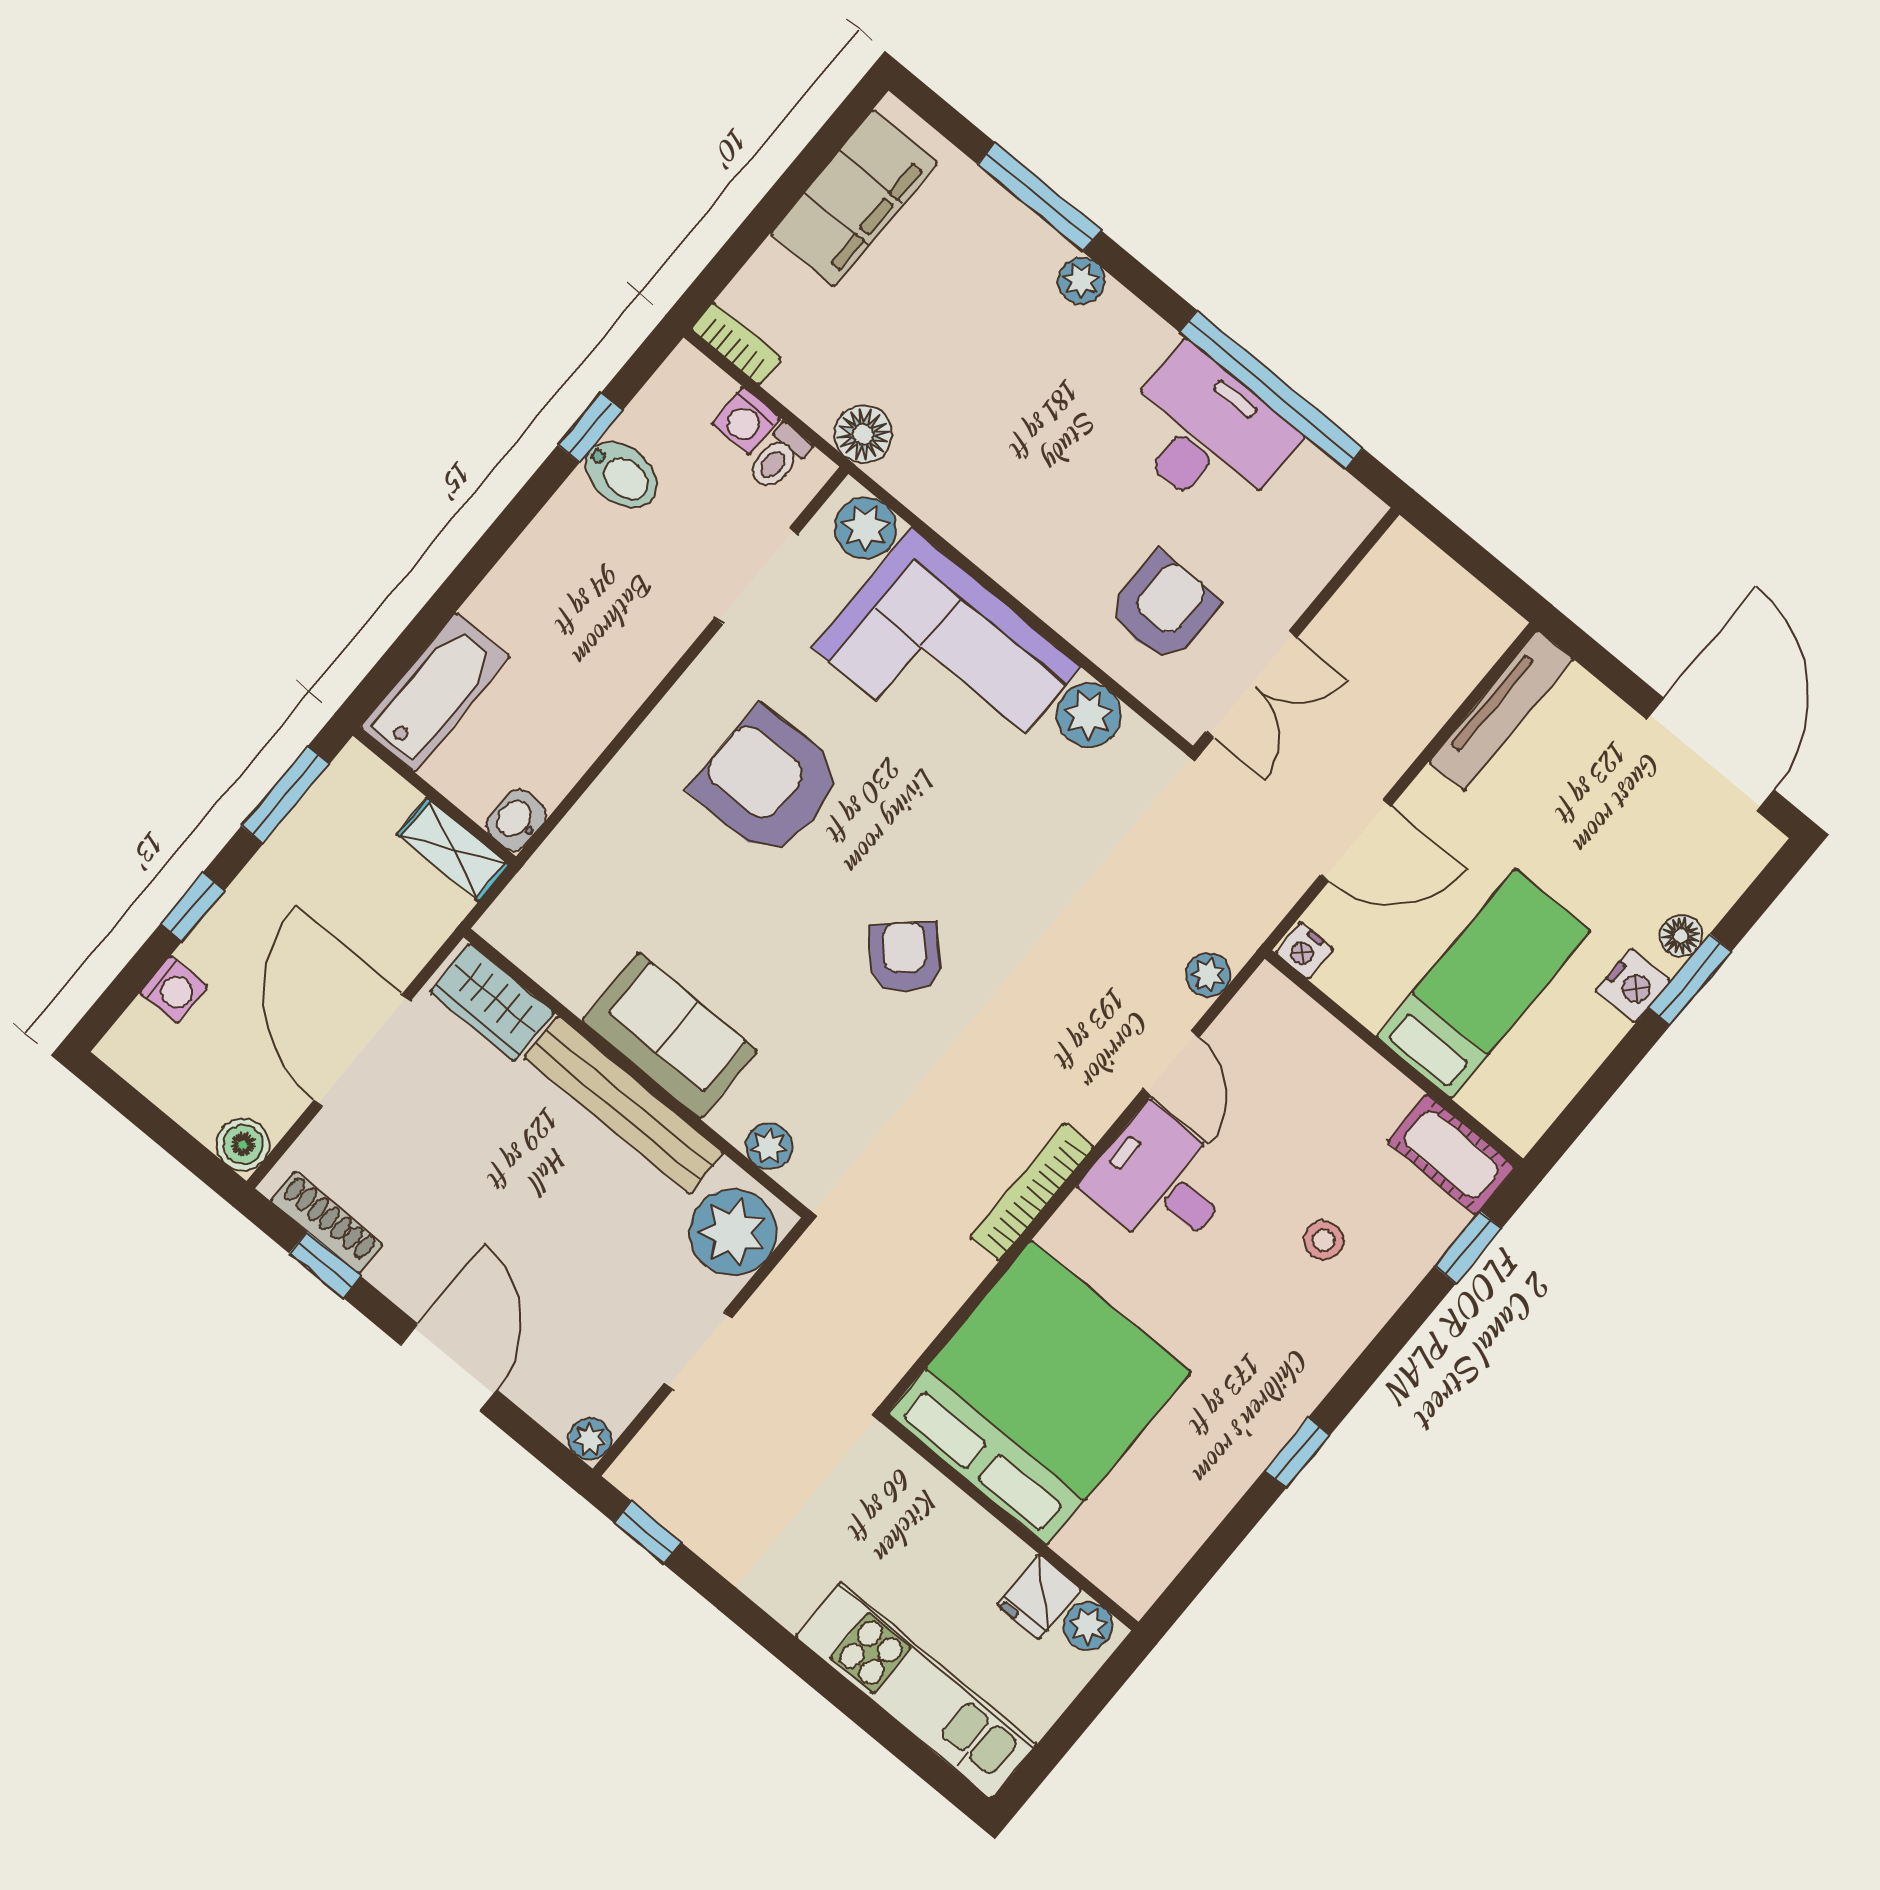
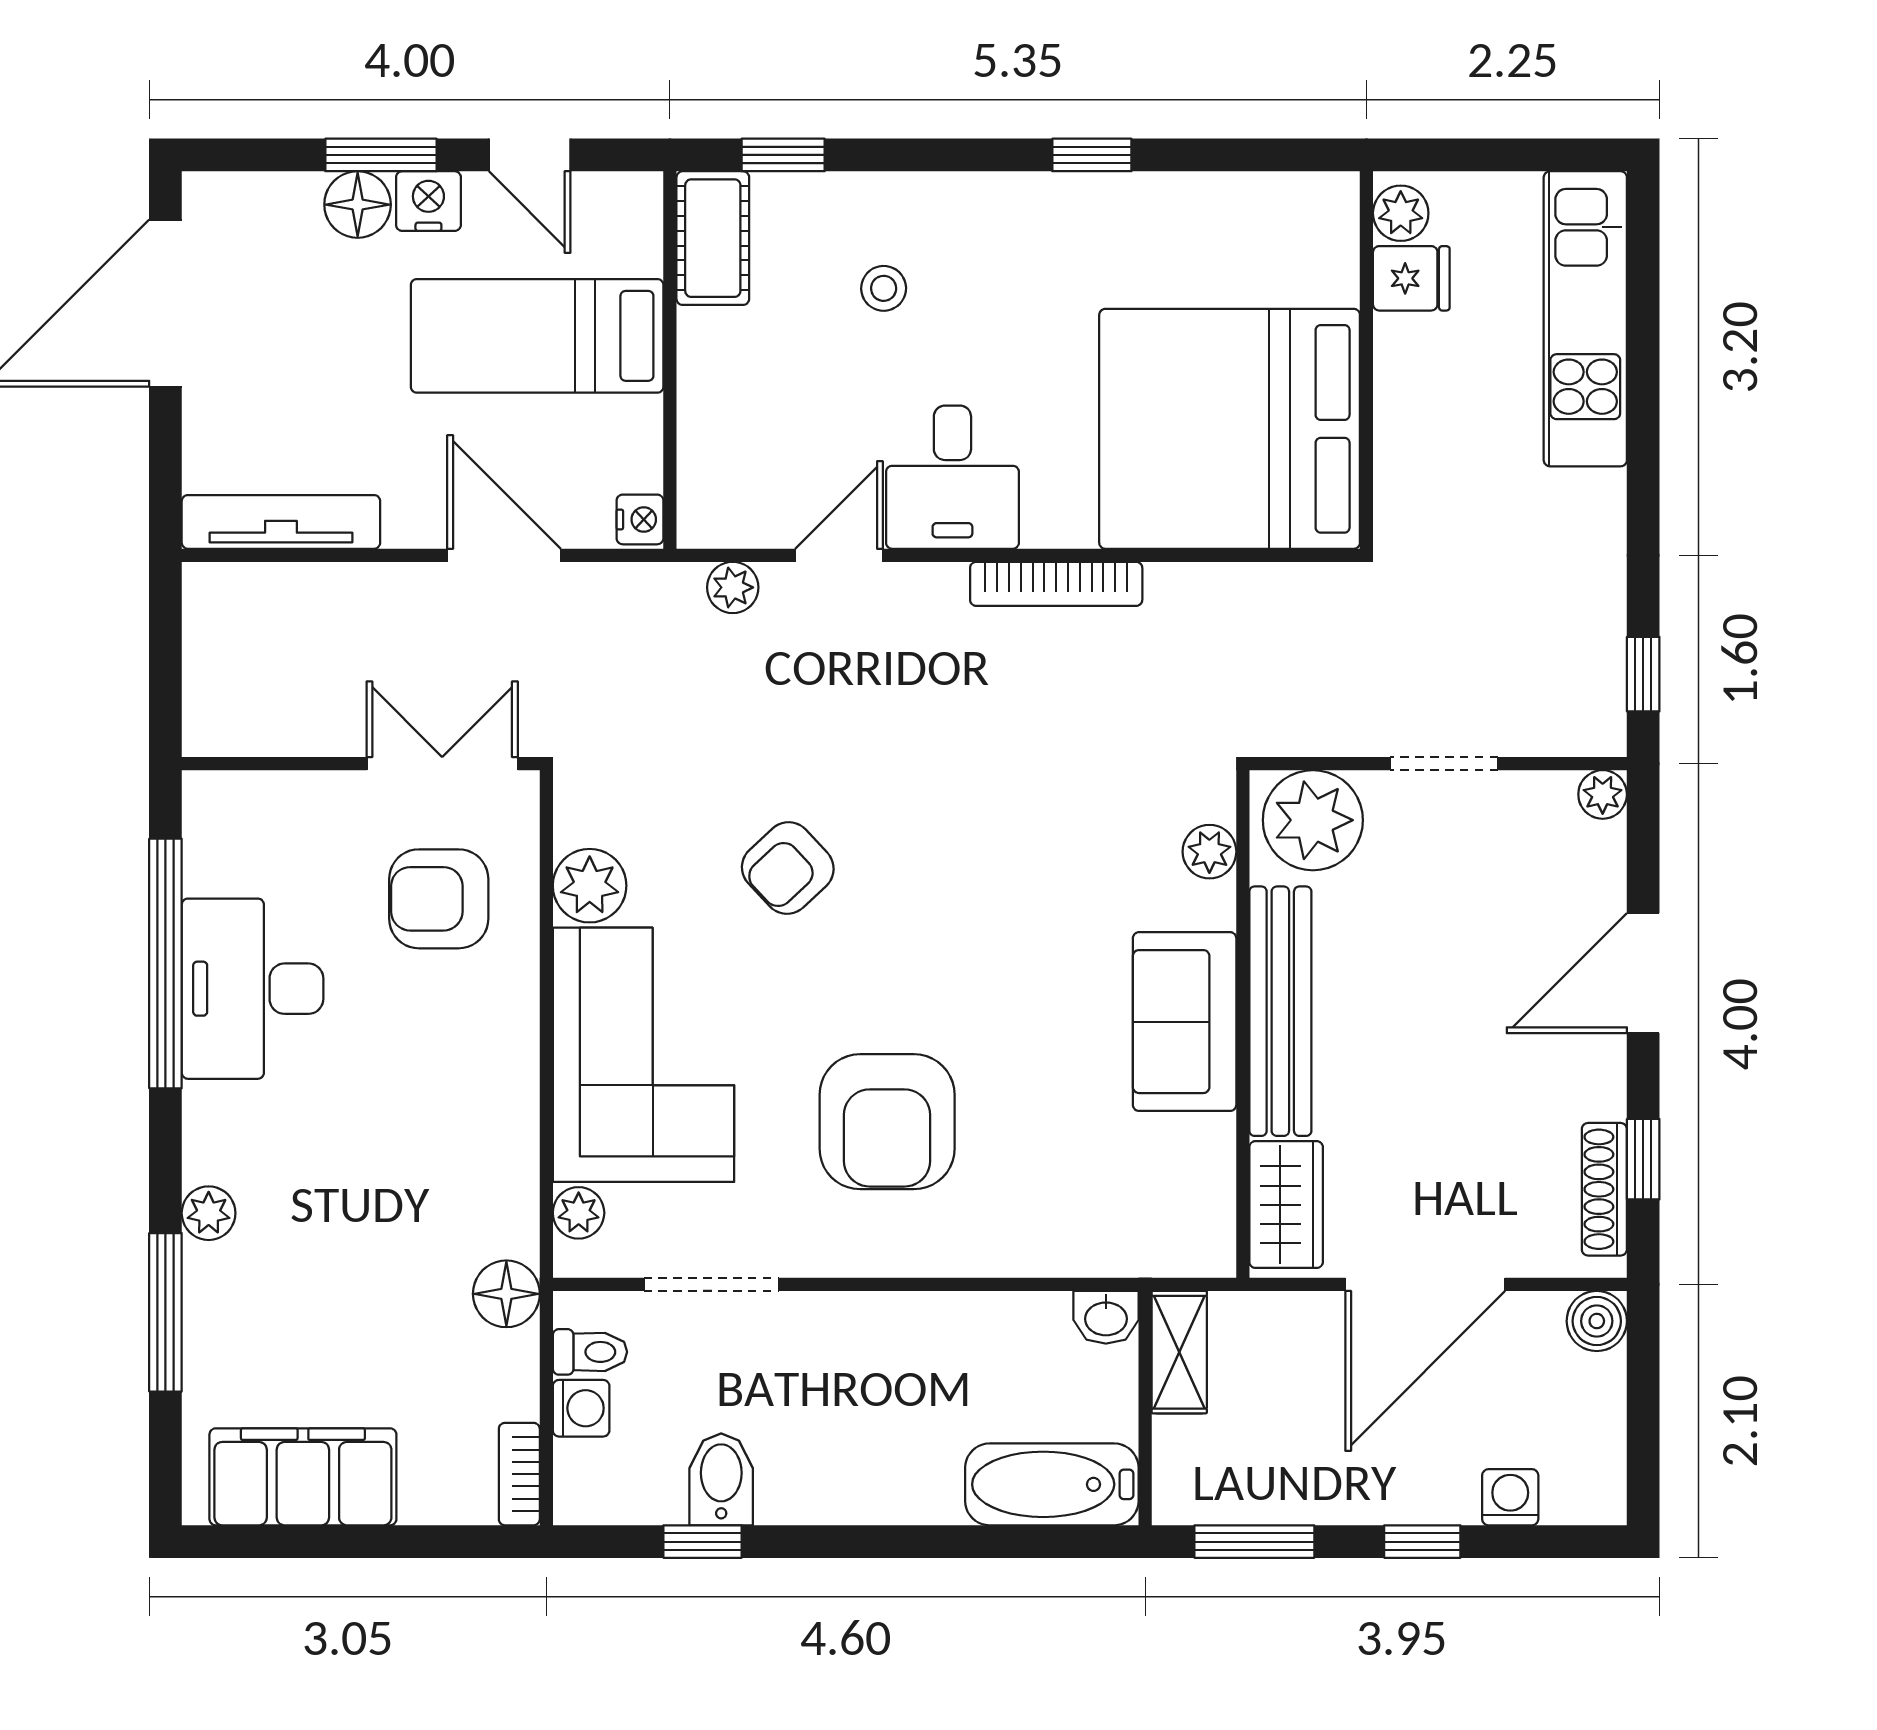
plant: (865, 528) -> (579, 1213), width x0.73, depth x0.73
floor lamp: (1681, 936) -> (358, 205), width x1.37, depth x1.37
armchair: (905, 957) -> (788, 868), moved
door: (1608, 1079) -> (530, 155), added

